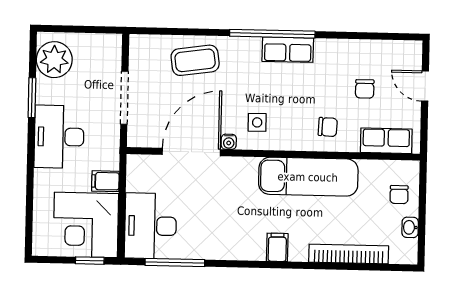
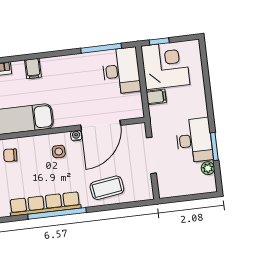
row of seats: (288, 50) -> (45, 204), width x2.02
plant: (54, 60) -> (208, 168), width x0.53, depth x0.53
desk: (59, 137) -> (194, 140), moved

